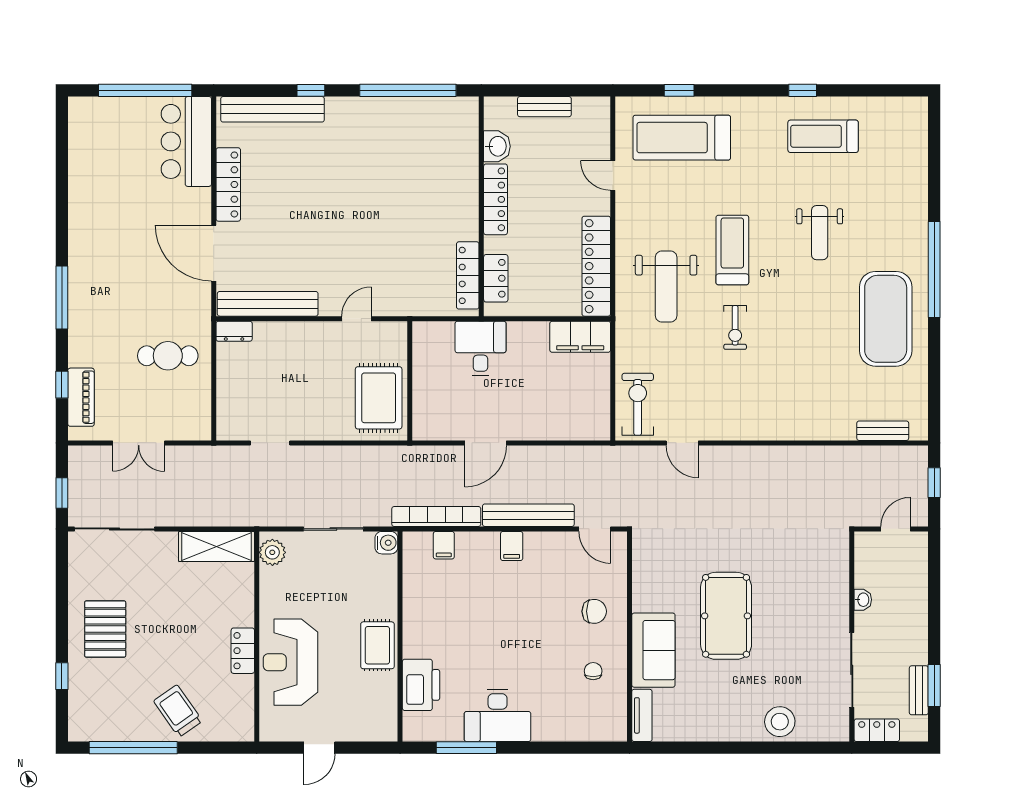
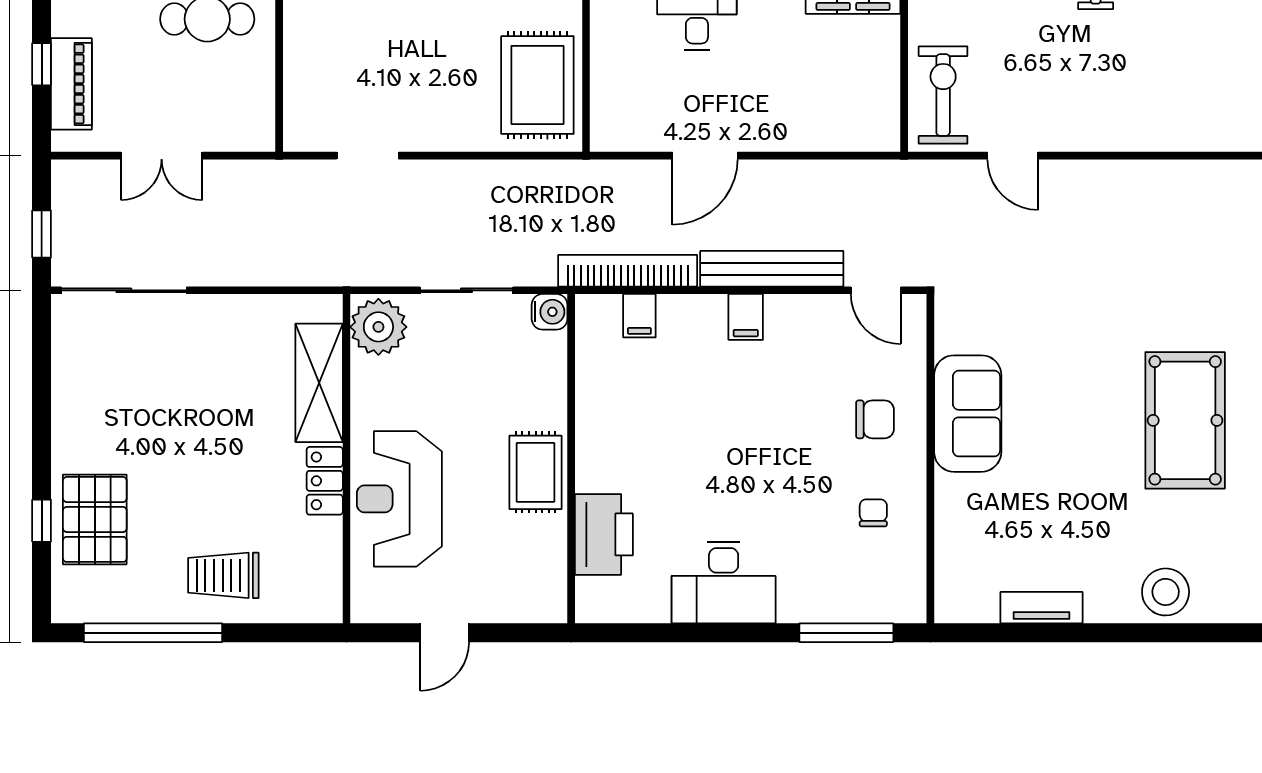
shelving: (217, 546) -> (319, 383), moved, turned 90
plant: (272, 552) -> (378, 327), width x1.36, depth x1.36
pool table: (726, 616) -> (1185, 420), moved
pallet: (105, 629) -> (95, 519), moved
sofa: (653, 650) -> (968, 414), moved
trolley: (178, 711) -> (223, 575), turned -55
tv unit: (642, 715) -> (1041, 608), moved, turned -90
window: (466, 748) -> (846, 633), moved

